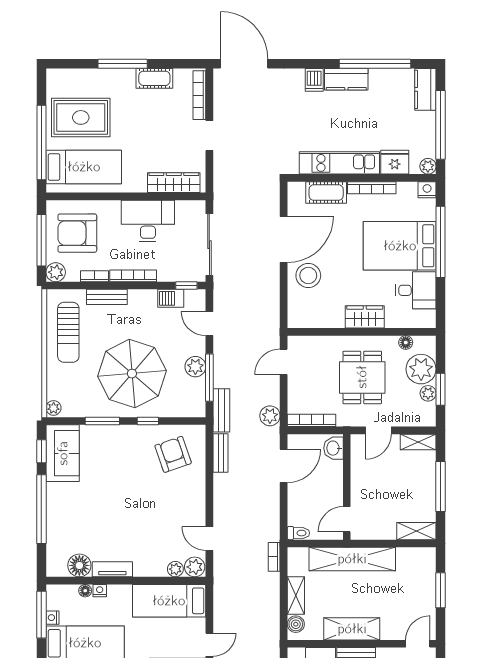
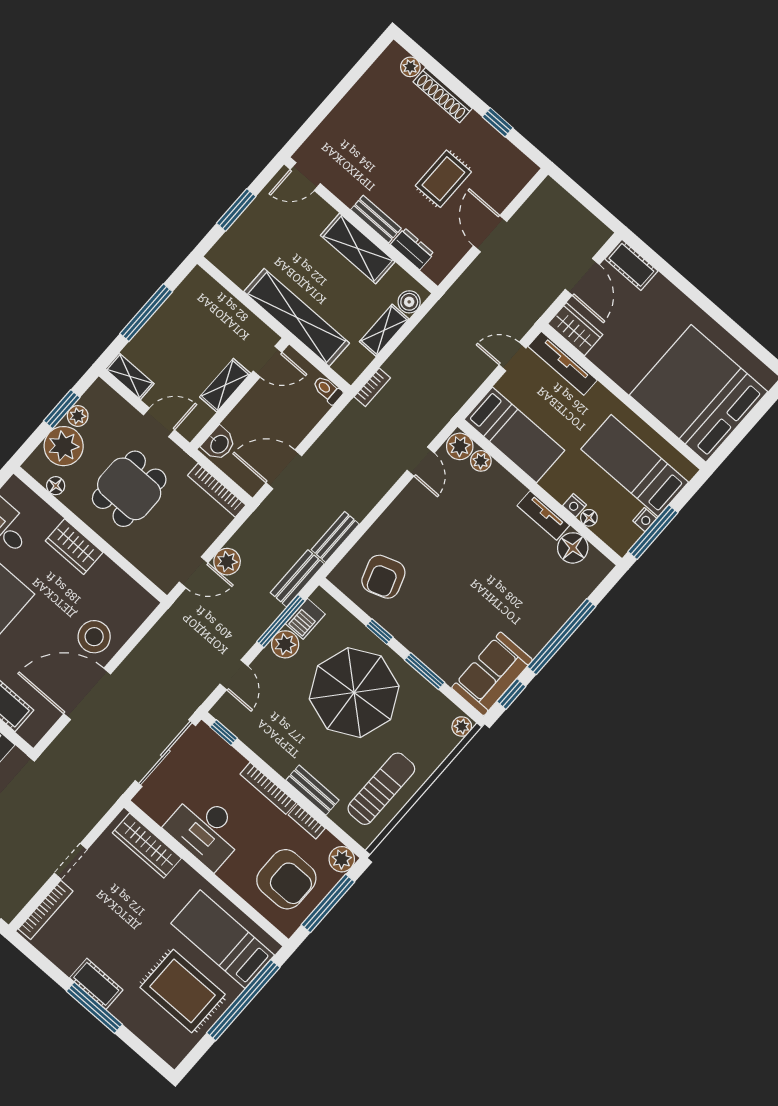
cot: (154, 78) -> (96, 984), moved
barbecue: (171, 298) -> (305, 619), moved, turned 90
plant: (270, 416) -> (227, 562), moved
shelving: (416, 531) -> (225, 385), moved, turned 90

